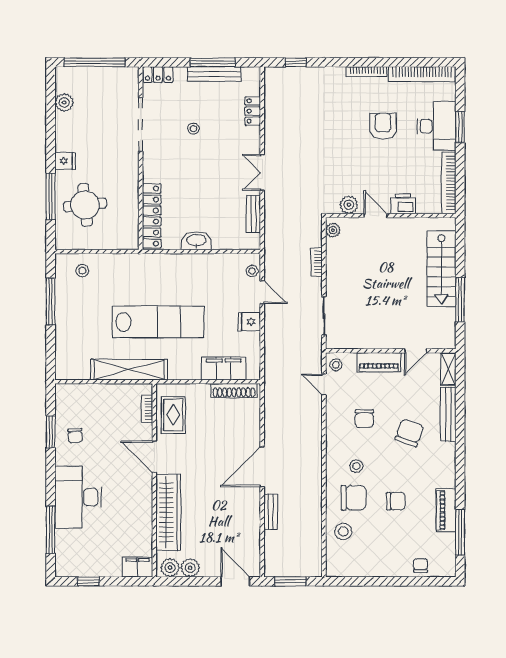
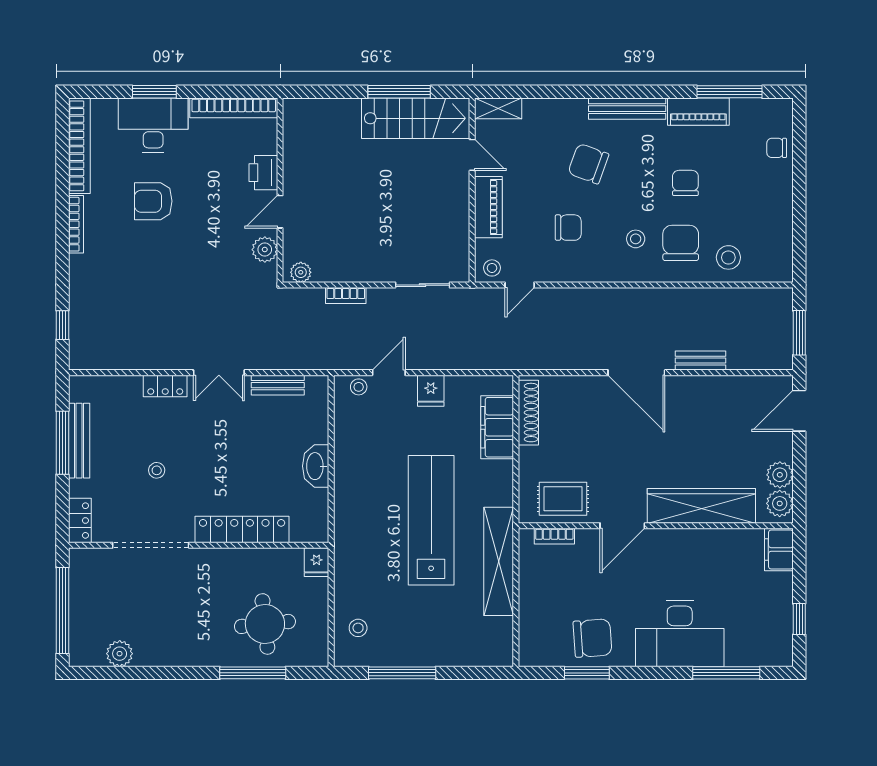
locker: (253, 111) -> (165, 386), moved
fridge: (65, 161) -> (317, 562), moved, turned 180
locker: (152, 216) -> (242, 530), moved
stairs: (441, 269) -> (416, 118), moved
bench: (448, 414) -> (627, 109), moved
chair: (75, 436) -> (592, 638), width x1.87, depth x1.87

